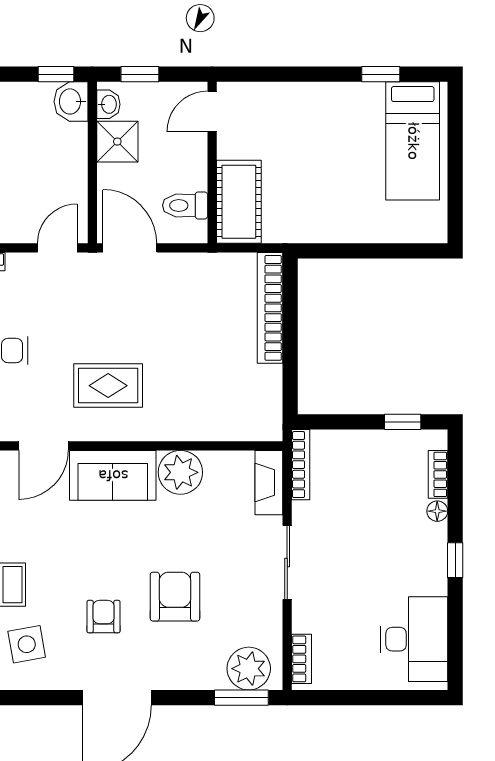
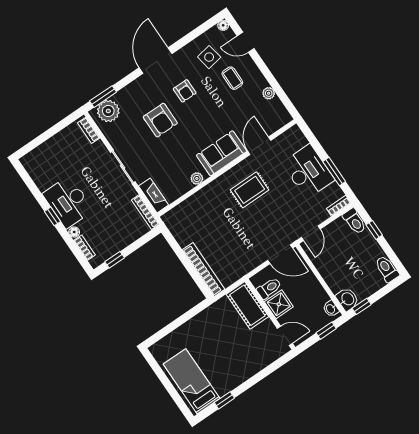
door: (212, 112) -> (285, 336), hinge flipped
shower: (117, 142) -> (279, 304), moved
plant: (180, 472) -> (197, 178), width x0.53, depth x0.53
desk: (414, 639) -> (68, 202), moved

